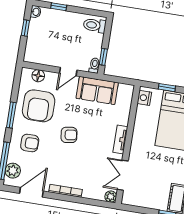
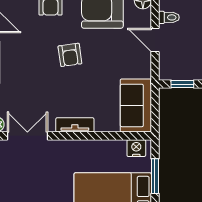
toilet: (94, 65) -> (169, 17), moved
window: (167, 88) -> (155, 176), width x1.50
sofa: (97, 90) -> (136, 105), moved

